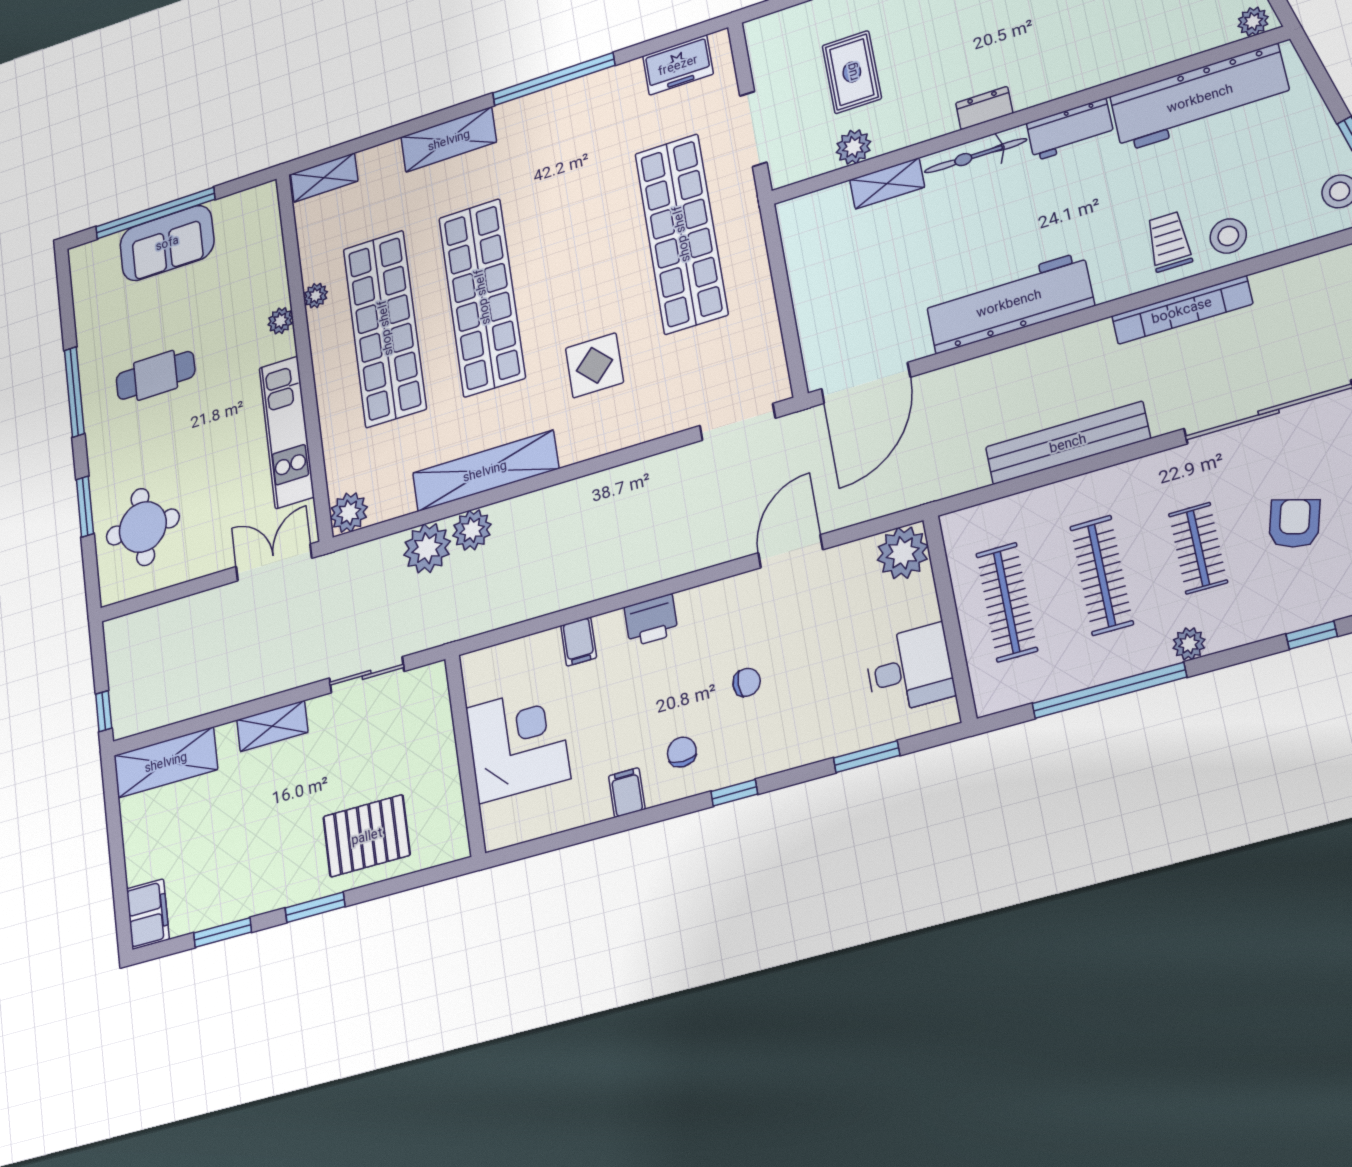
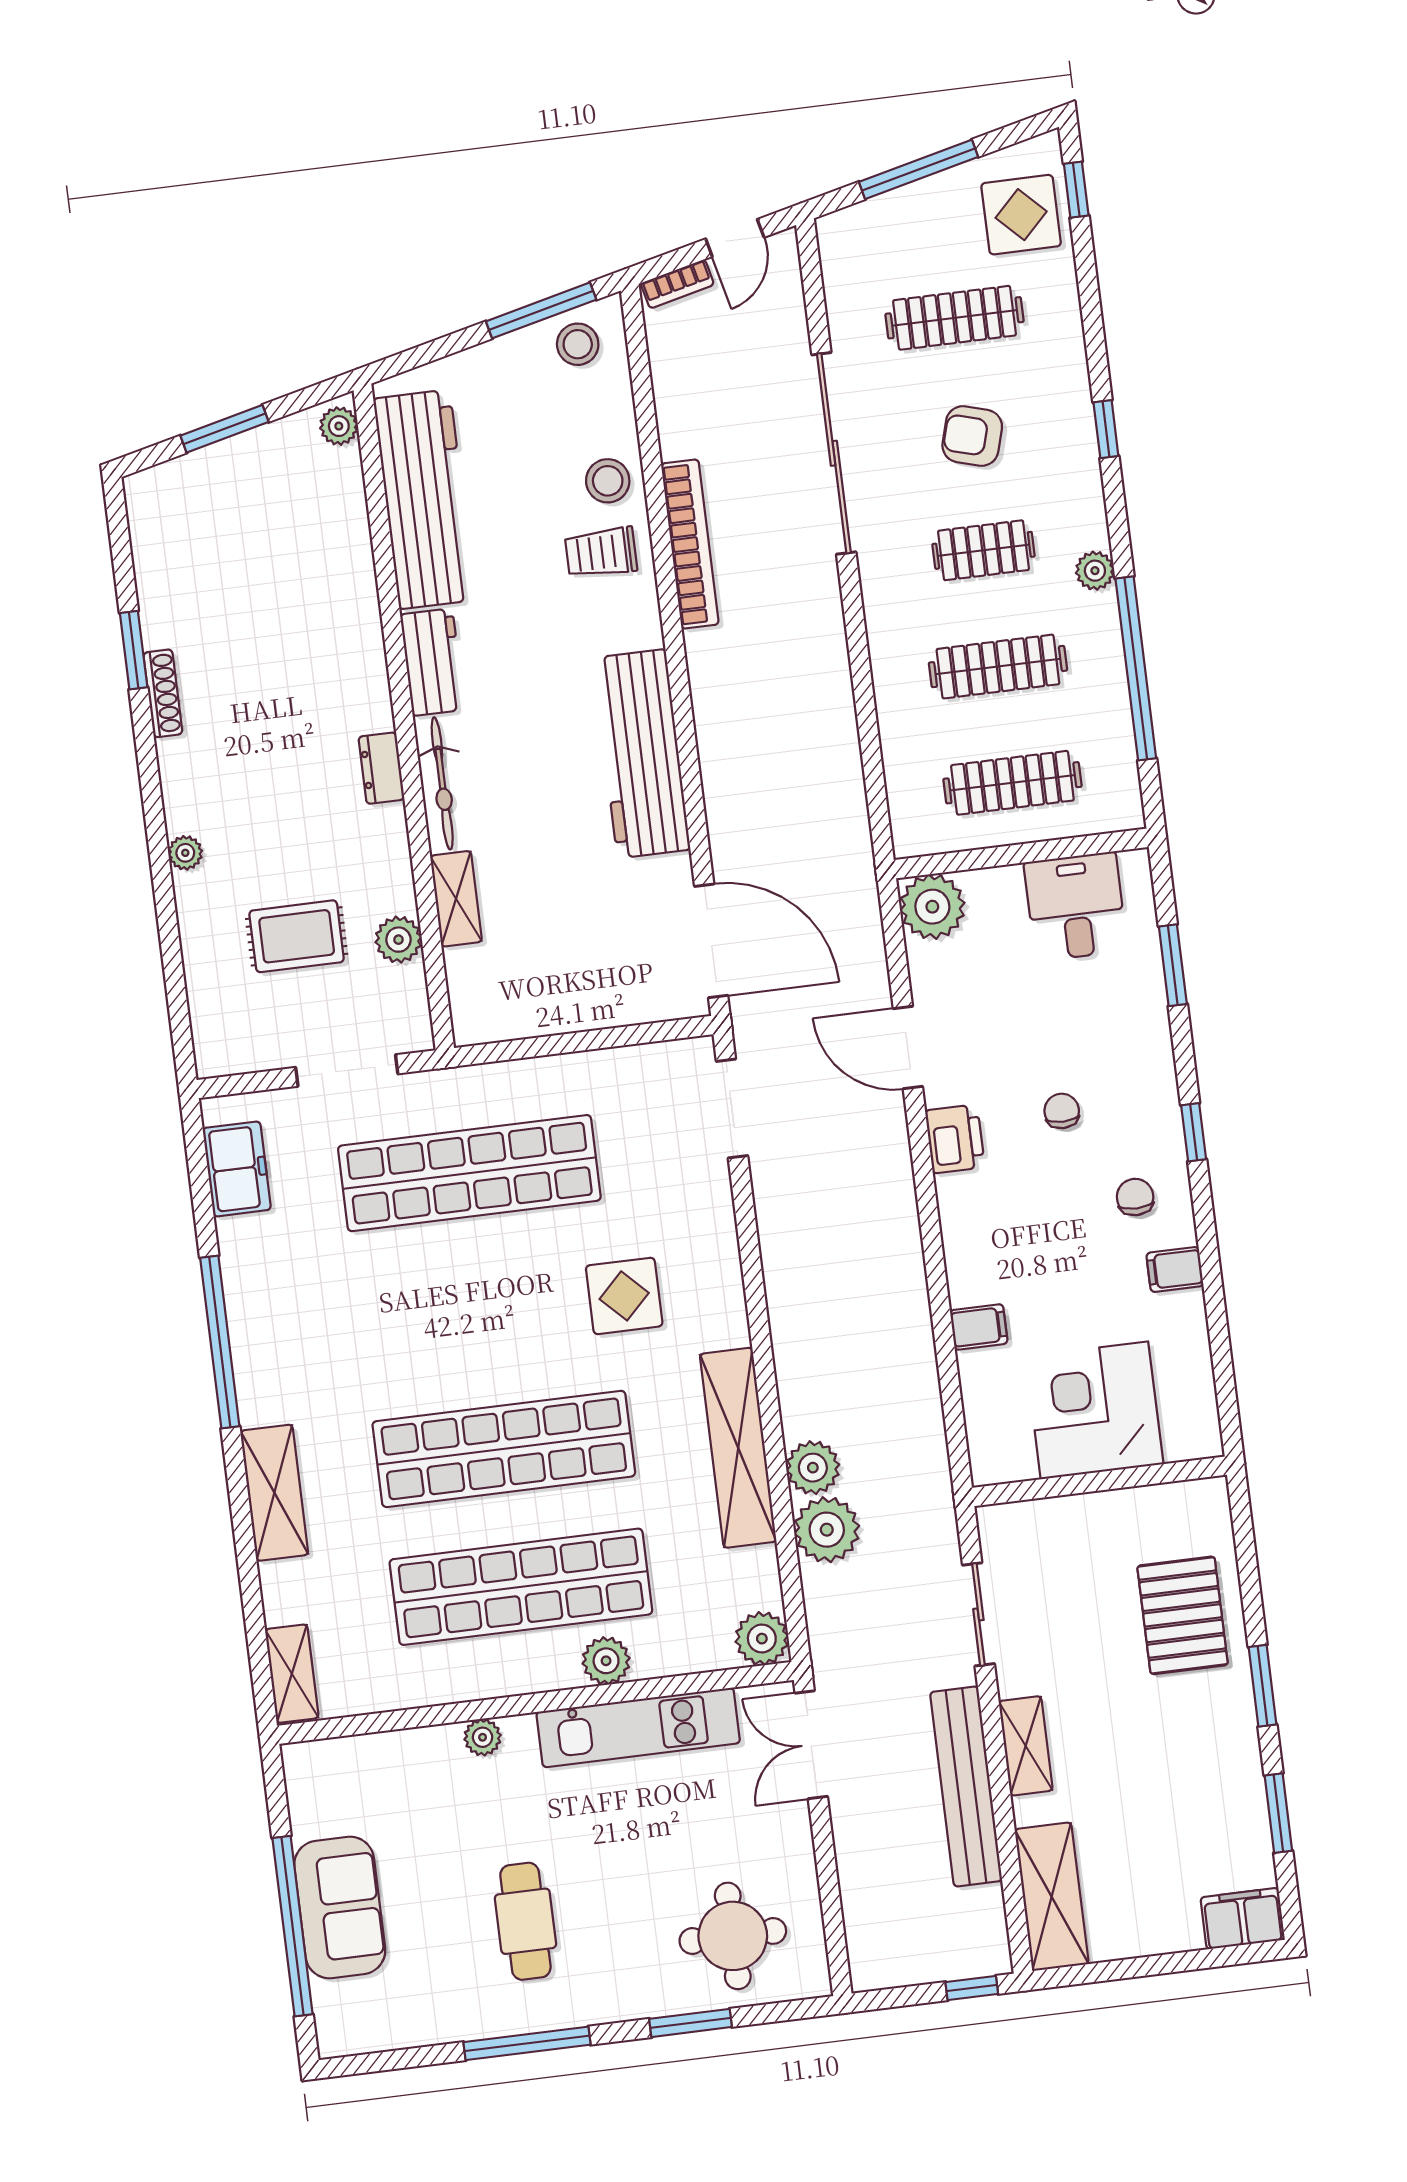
plant: (316, 296) -> (606, 1661), moved, width x1.38, depth x1.38
bench: (1068, 443) -> (966, 1787), moved
printer: (651, 620) -> (955, 1139), moved
chair: (682, 752) -> (1135, 1197), turned 90

